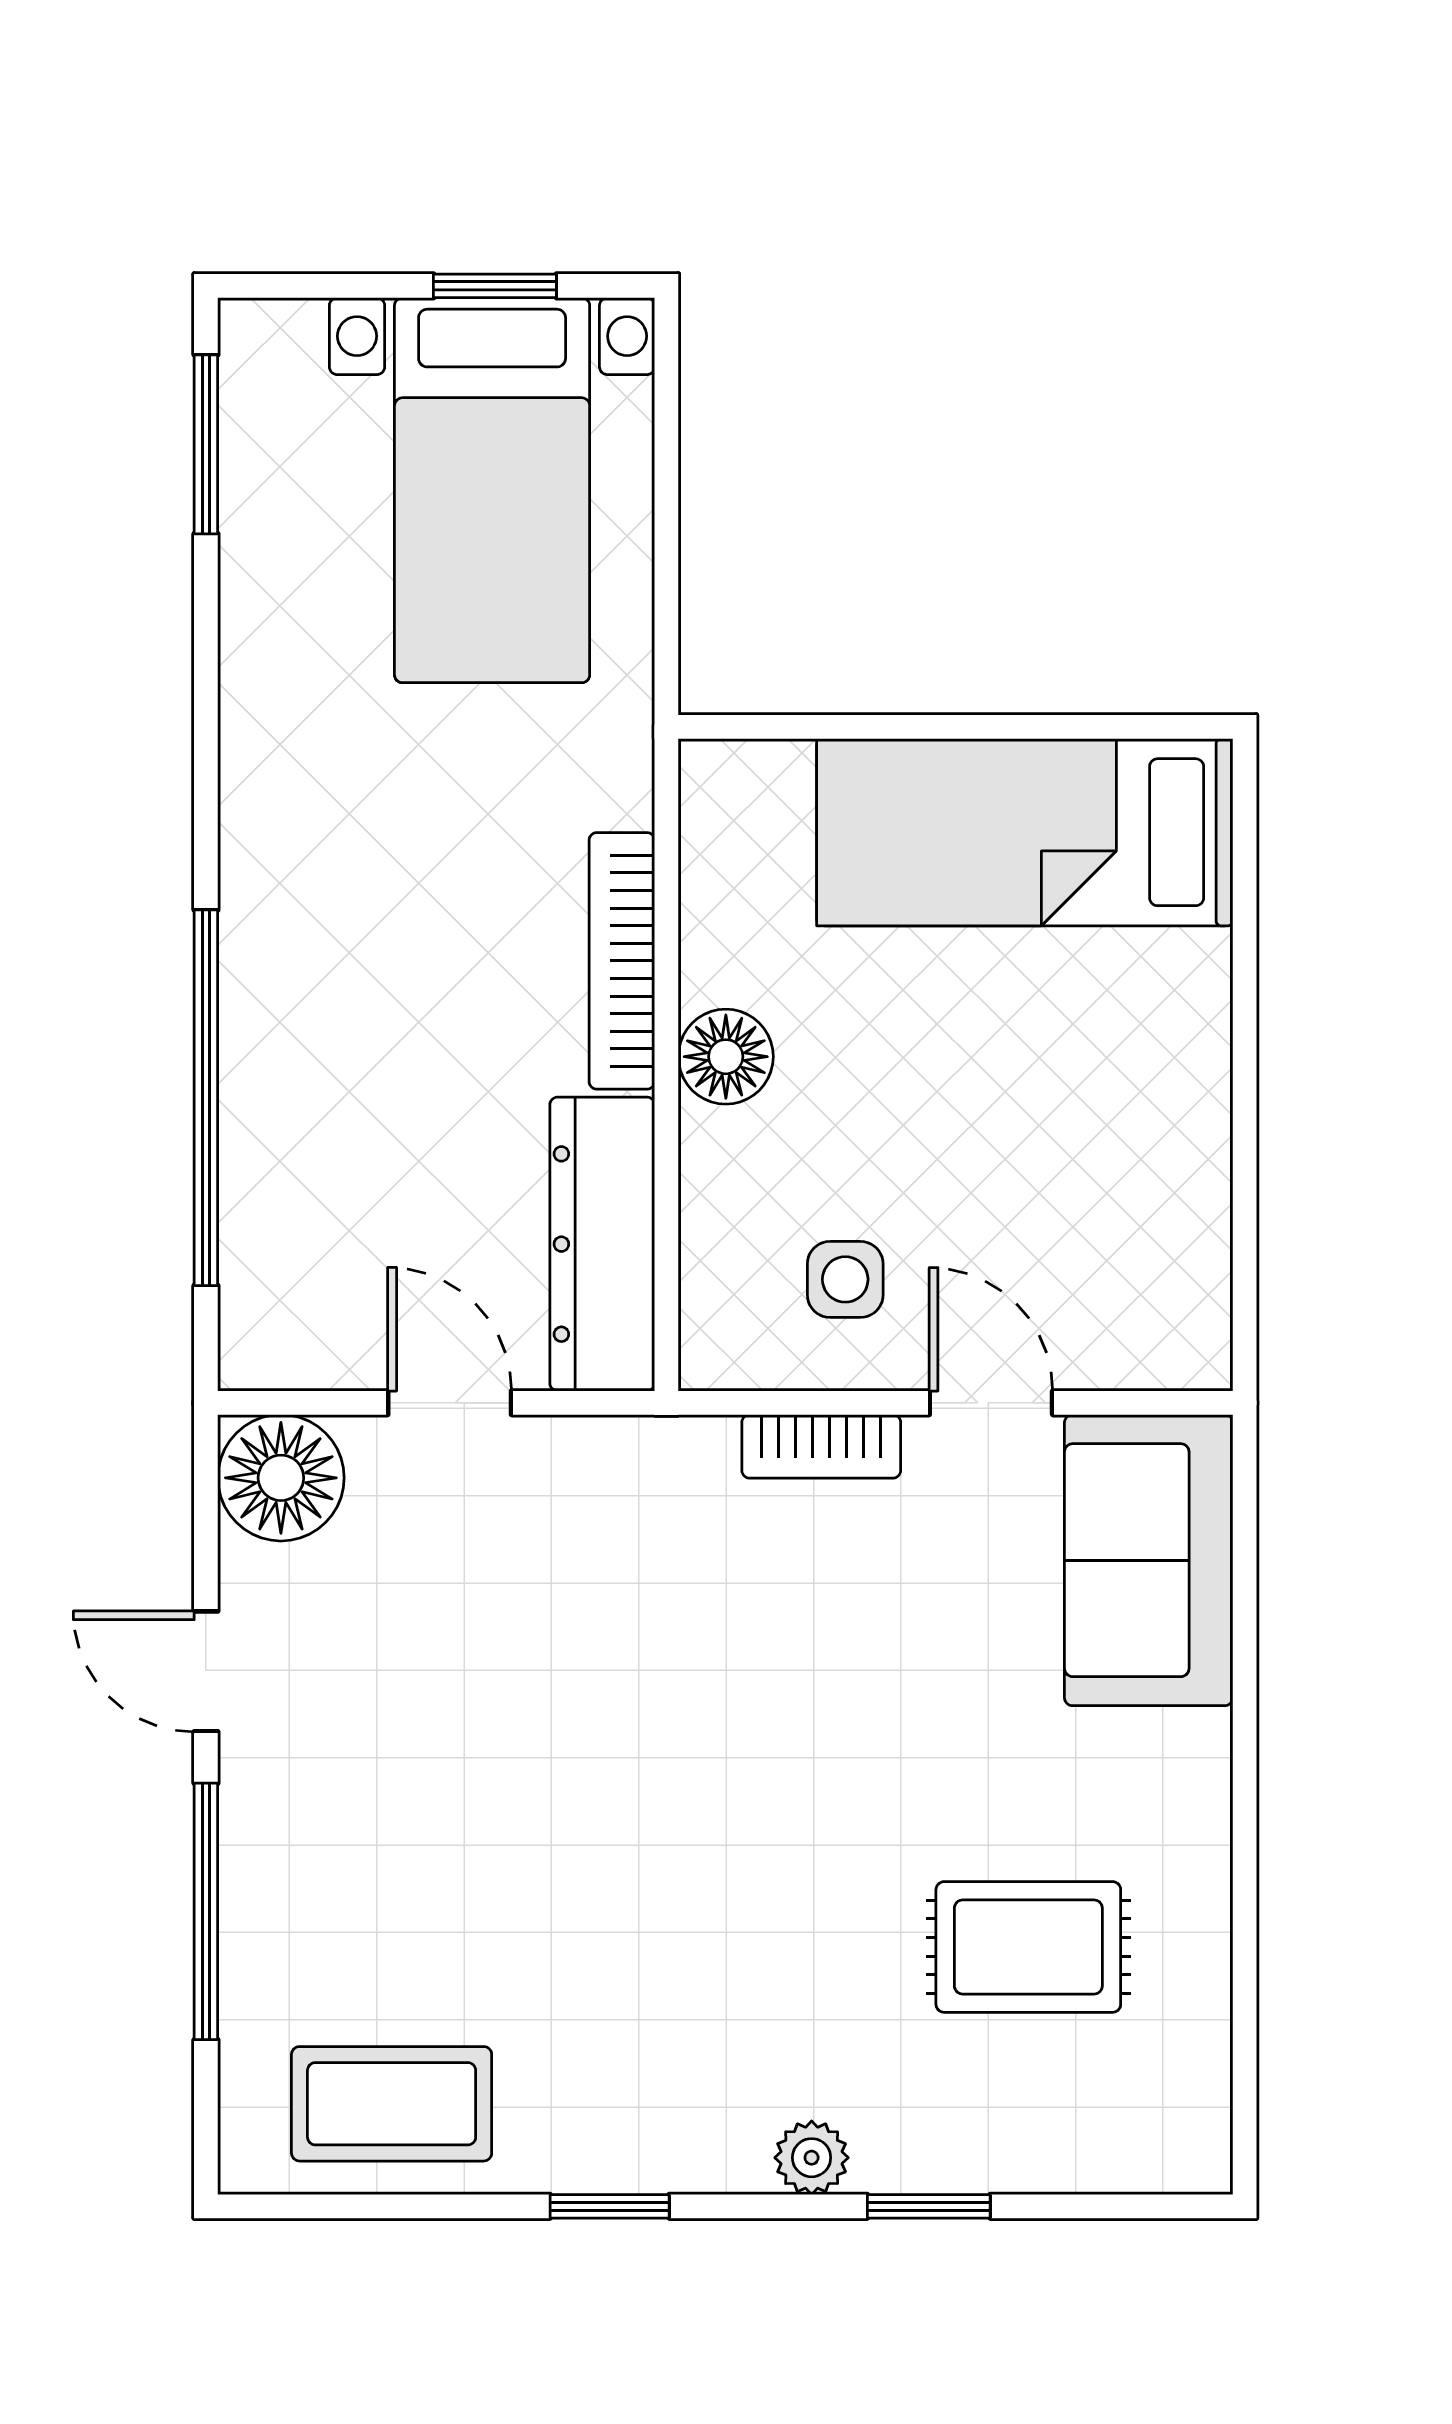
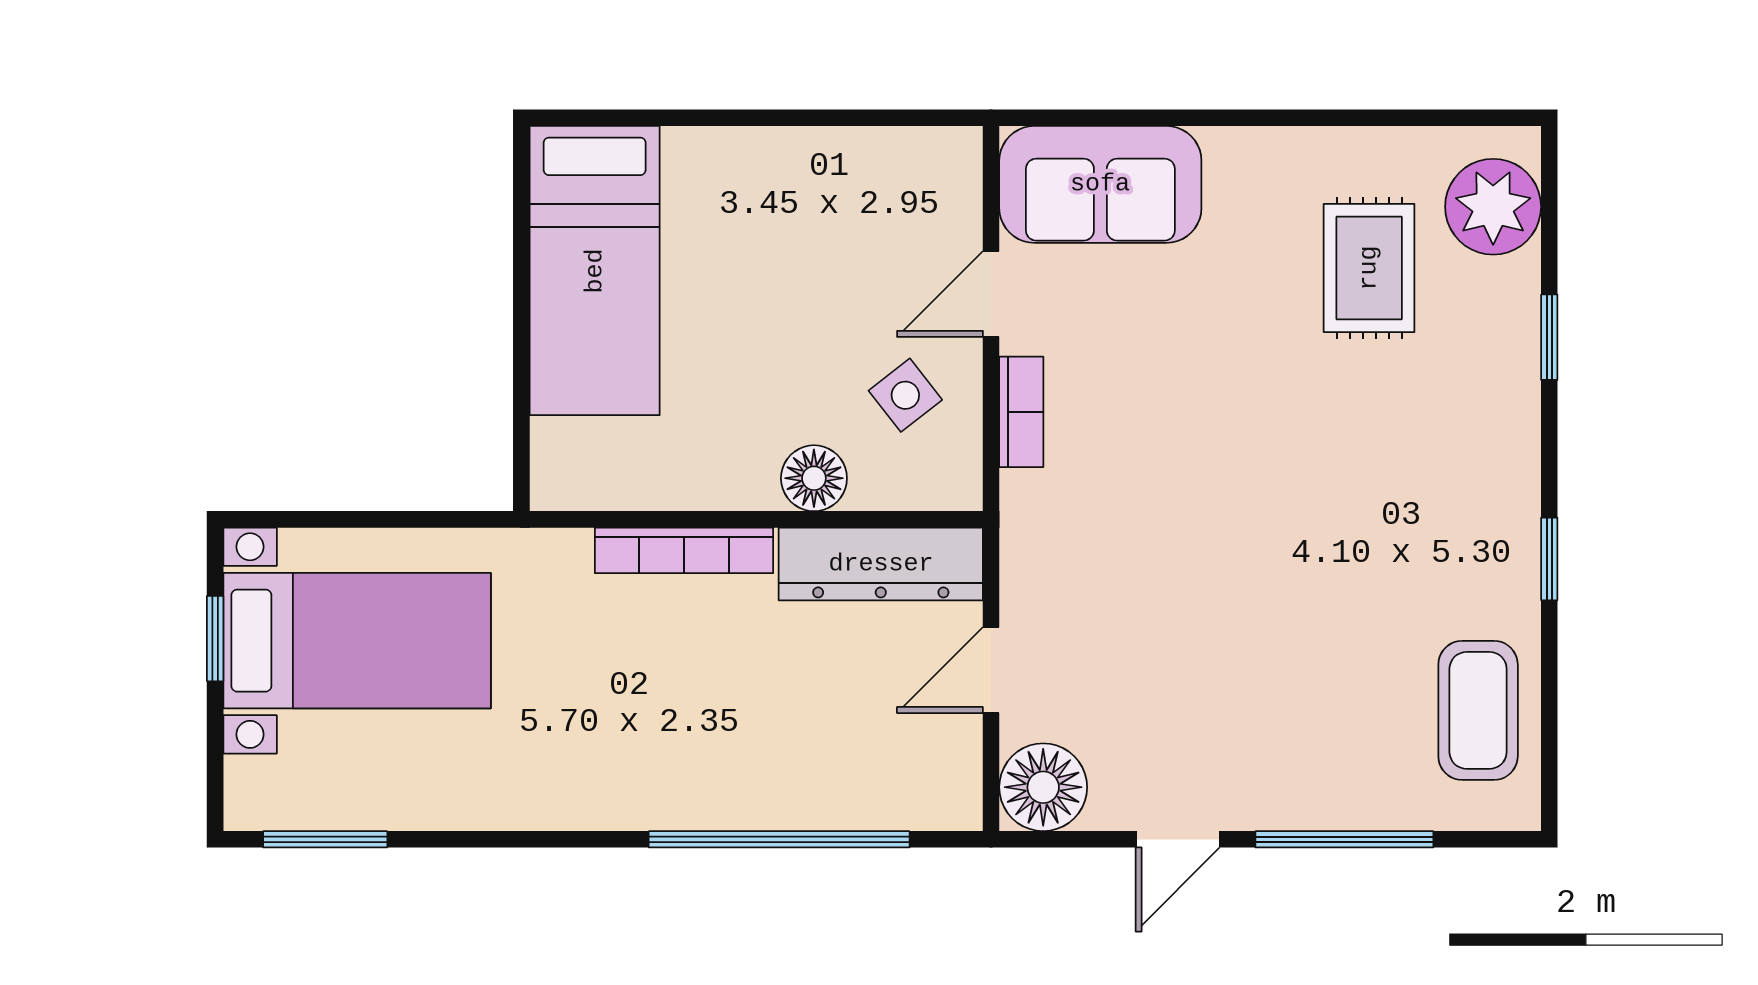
floor lamp: (726, 1057) -> (814, 478), moved
side table: (845, 1279) -> (905, 395), turned -38
plant: (812, 2158) -> (1493, 207), moved, width x1.88, depth x1.88

